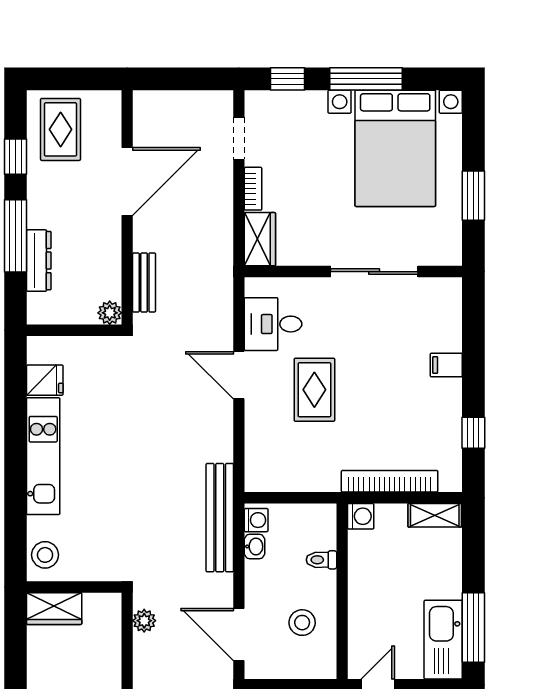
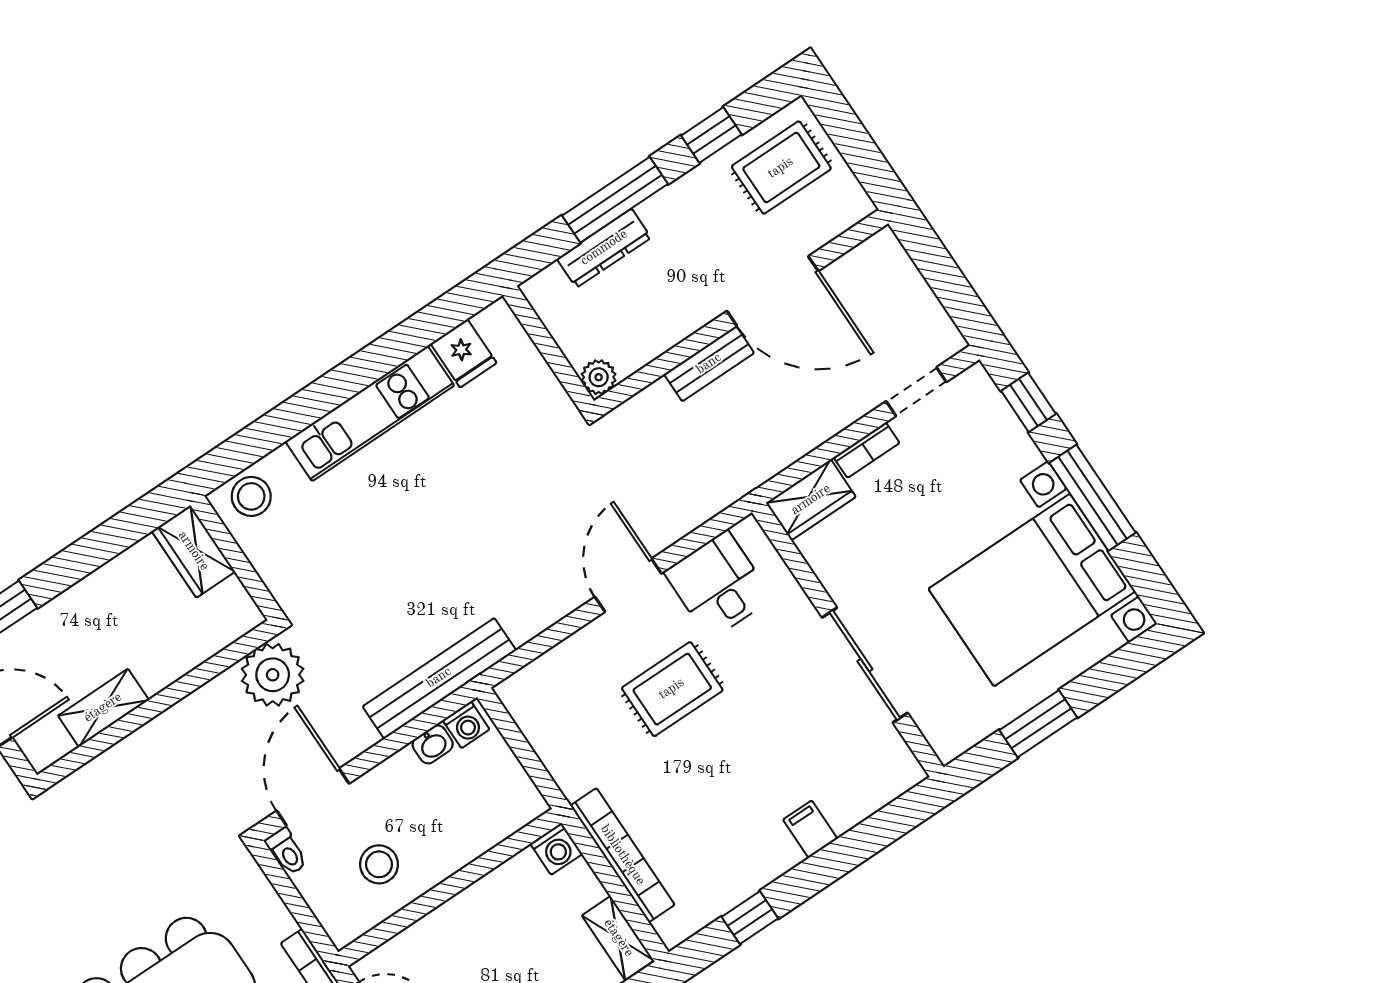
bench: (144, 283) -> (709, 364), moved
toilet: (321, 560) -> (287, 851), moved, turned 180
plant: (144, 621) -> (273, 675), width x1.88, depth x1.88

